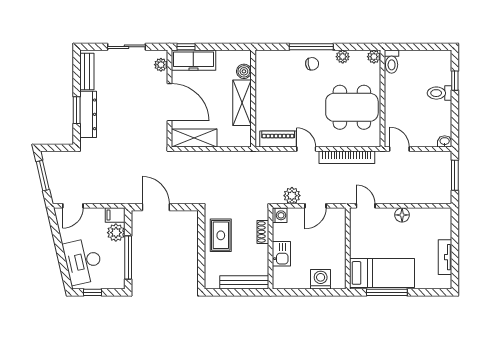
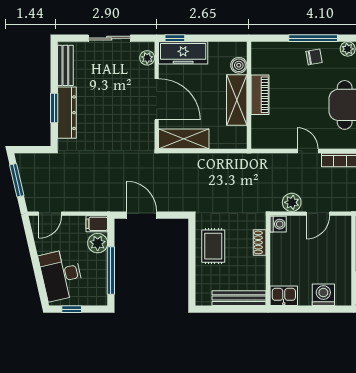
piano: (278, 139) -> (260, 95), moved, turned 90
kitchen sink: (281, 254) -> (284, 296), moved, turned -90

